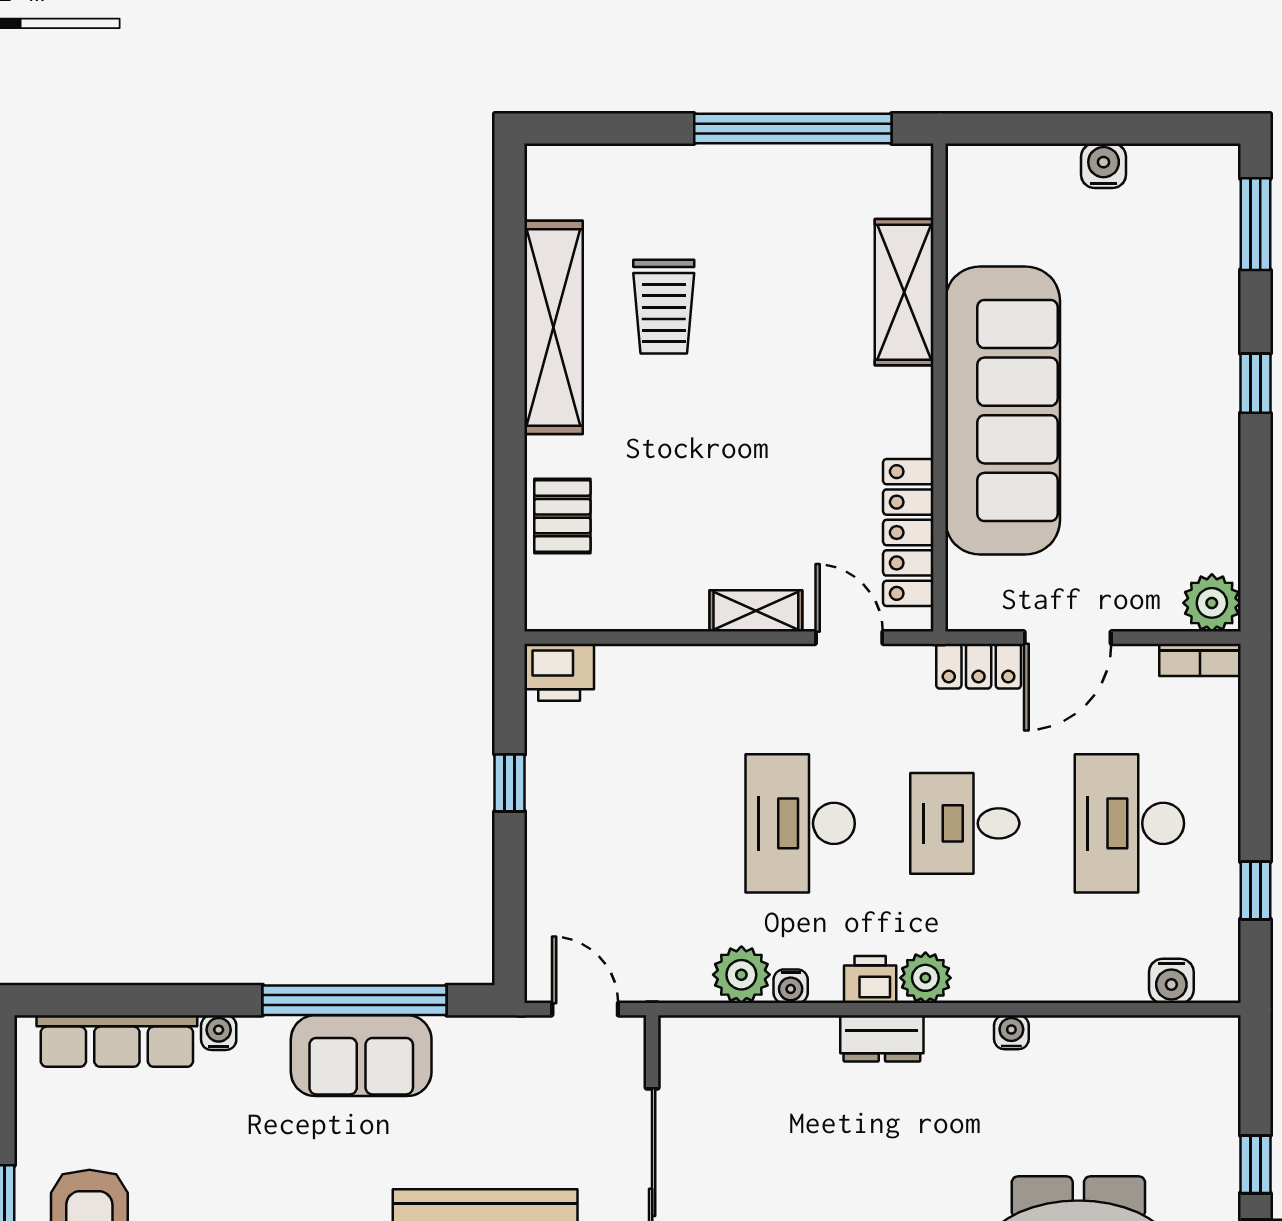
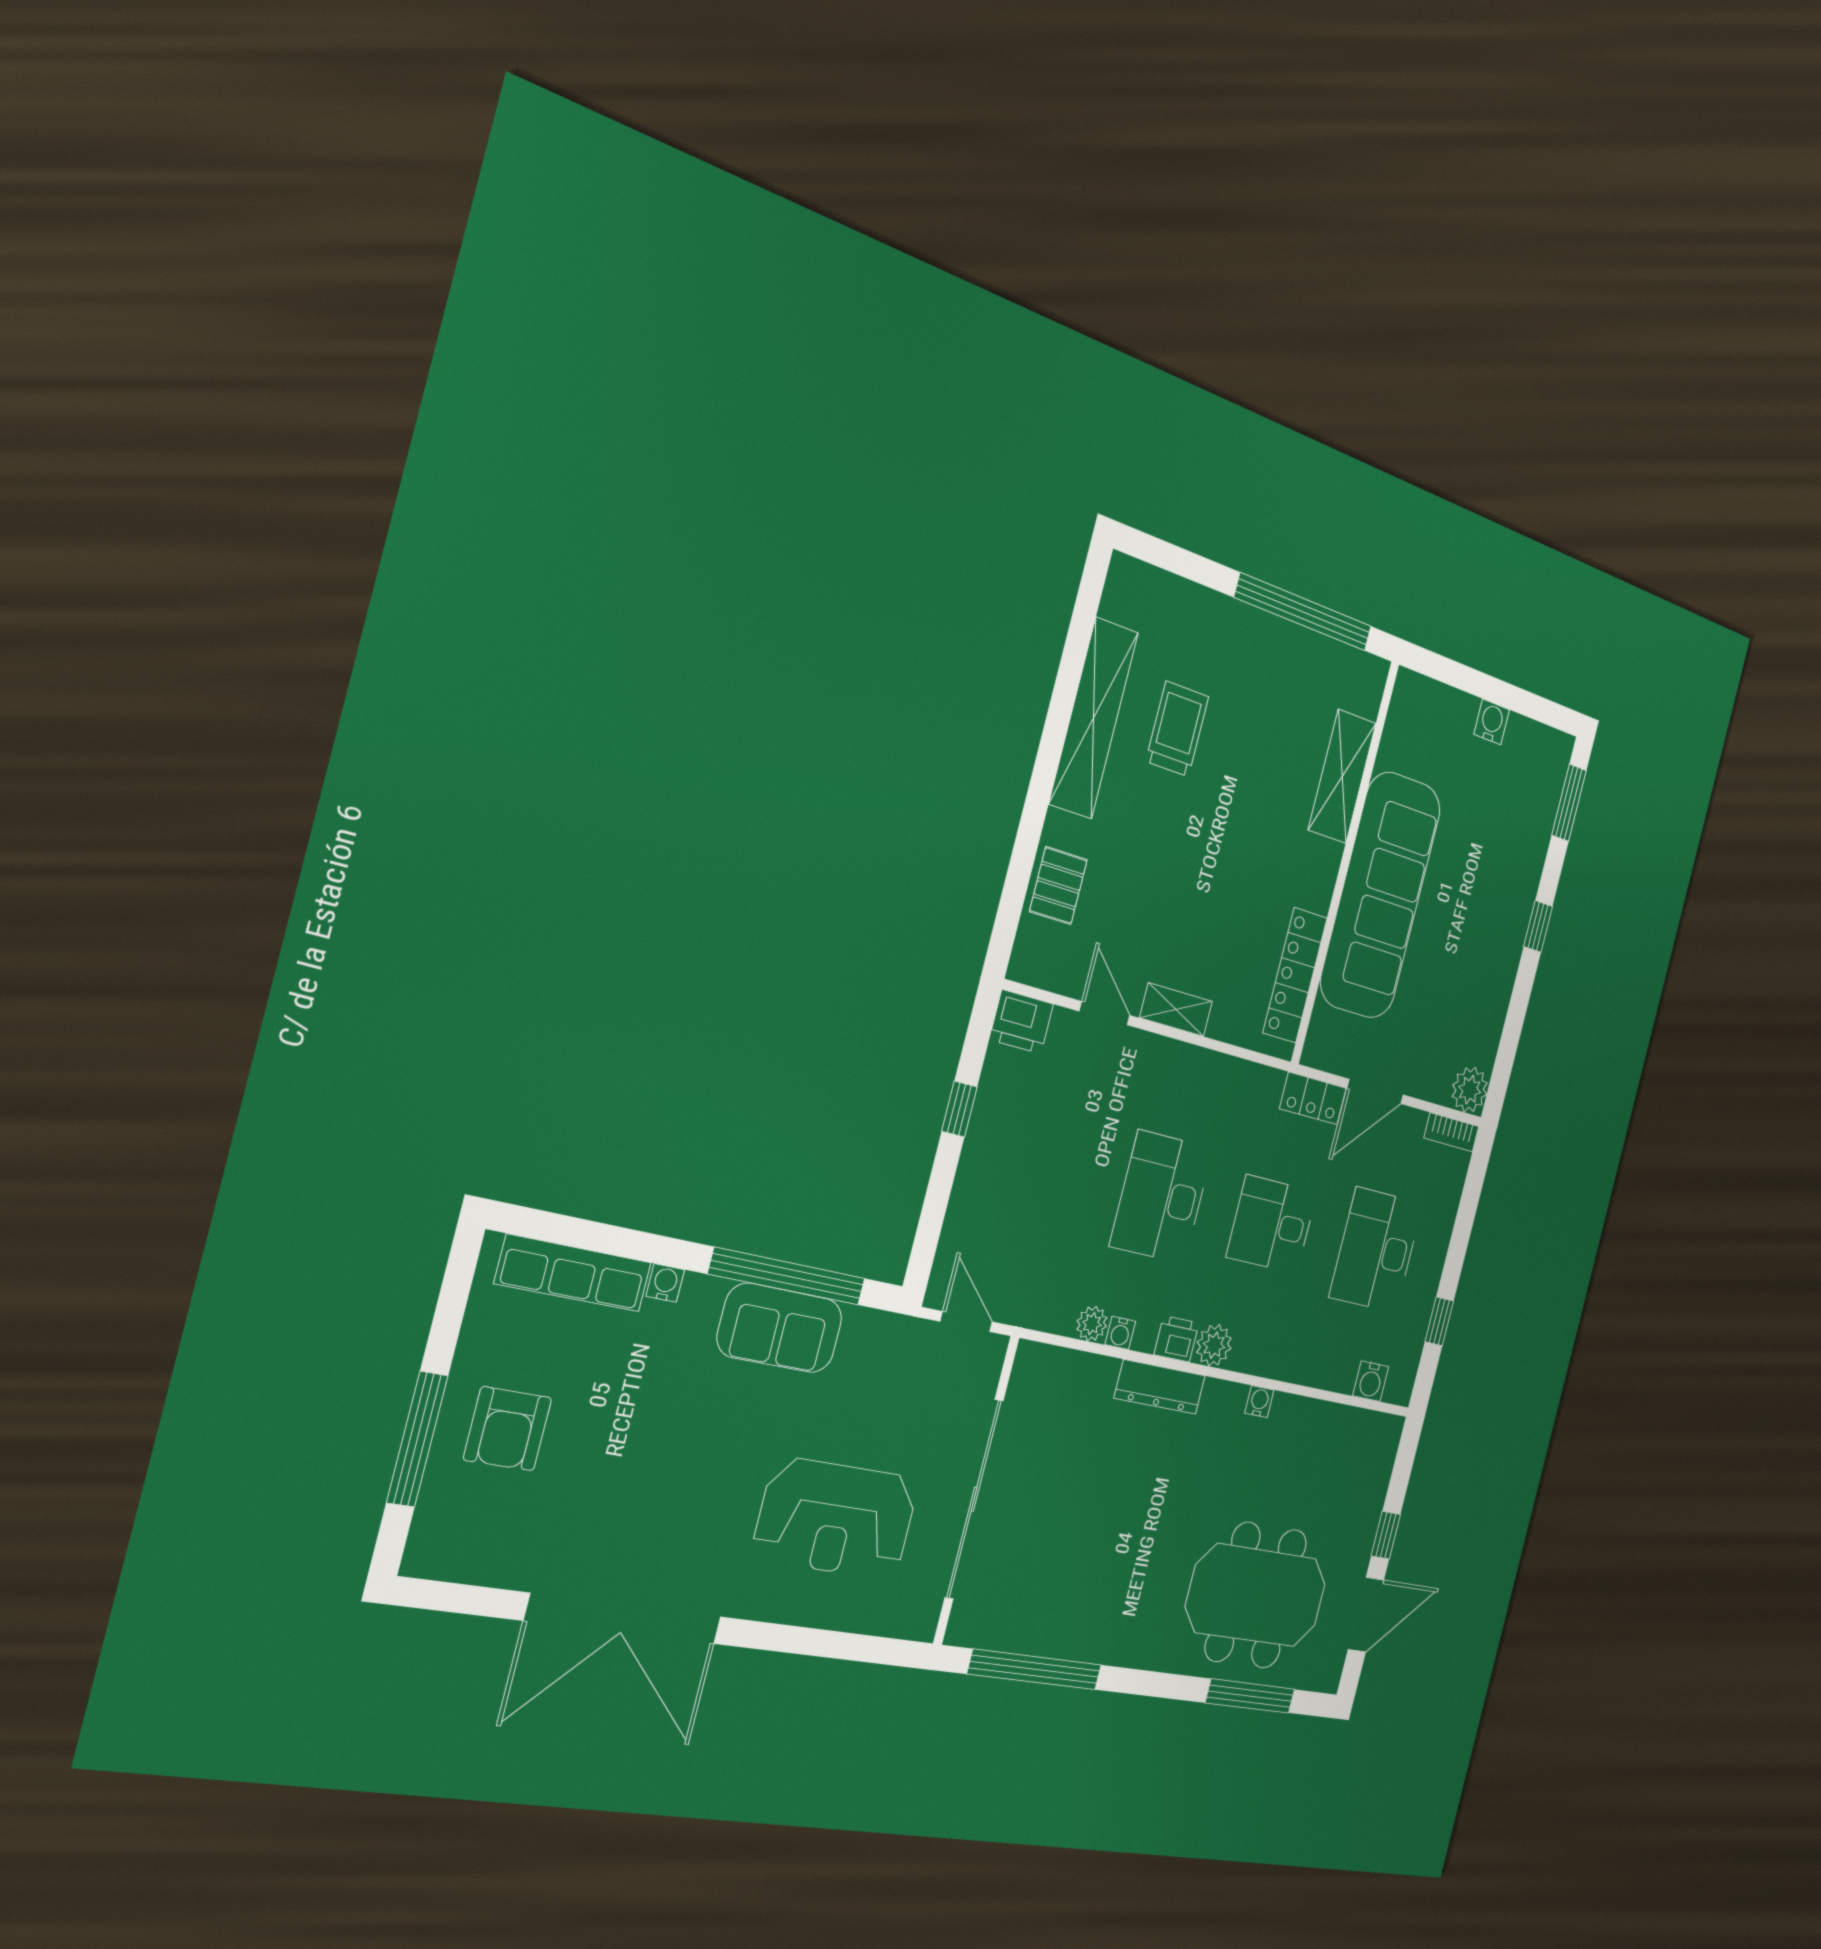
trolley: (664, 307) -> (1177, 729), turned 180
door: (849, 638) -> (1105, 1013), moved
plant: (741, 975) -> (1092, 1324), width x0.73, depth x0.73
dresser: (882, 1038) -> (1160, 1387), width x1.44

